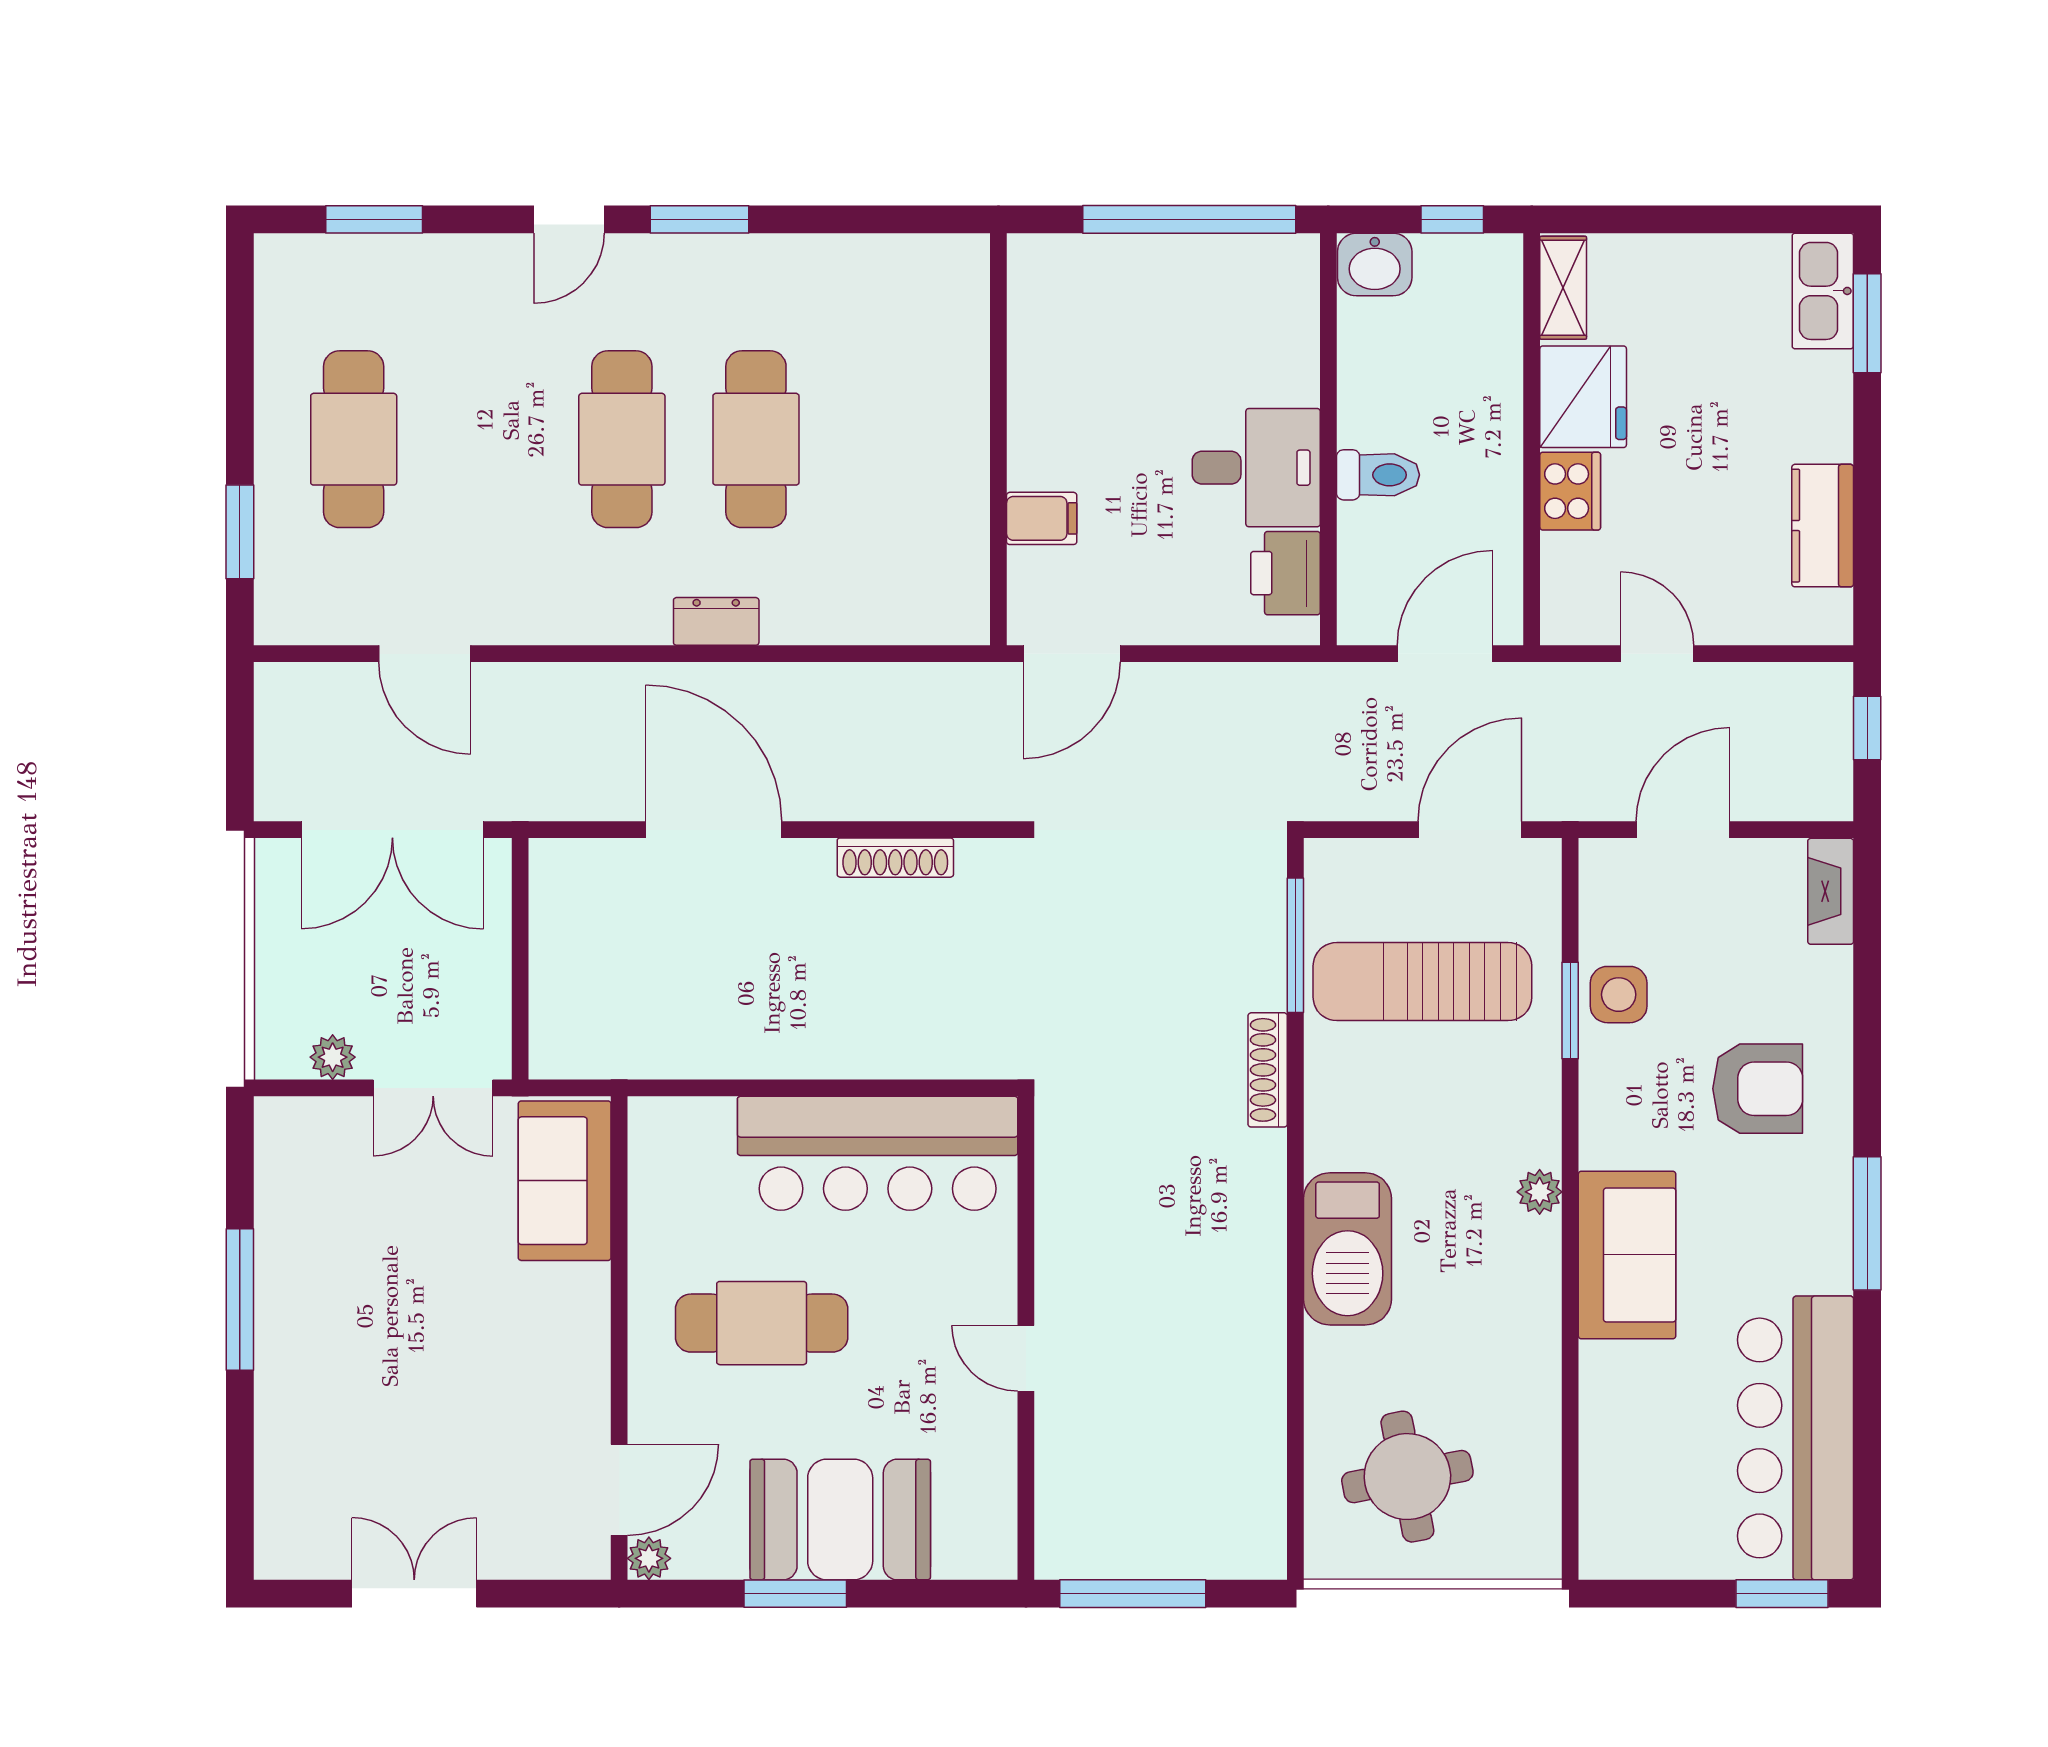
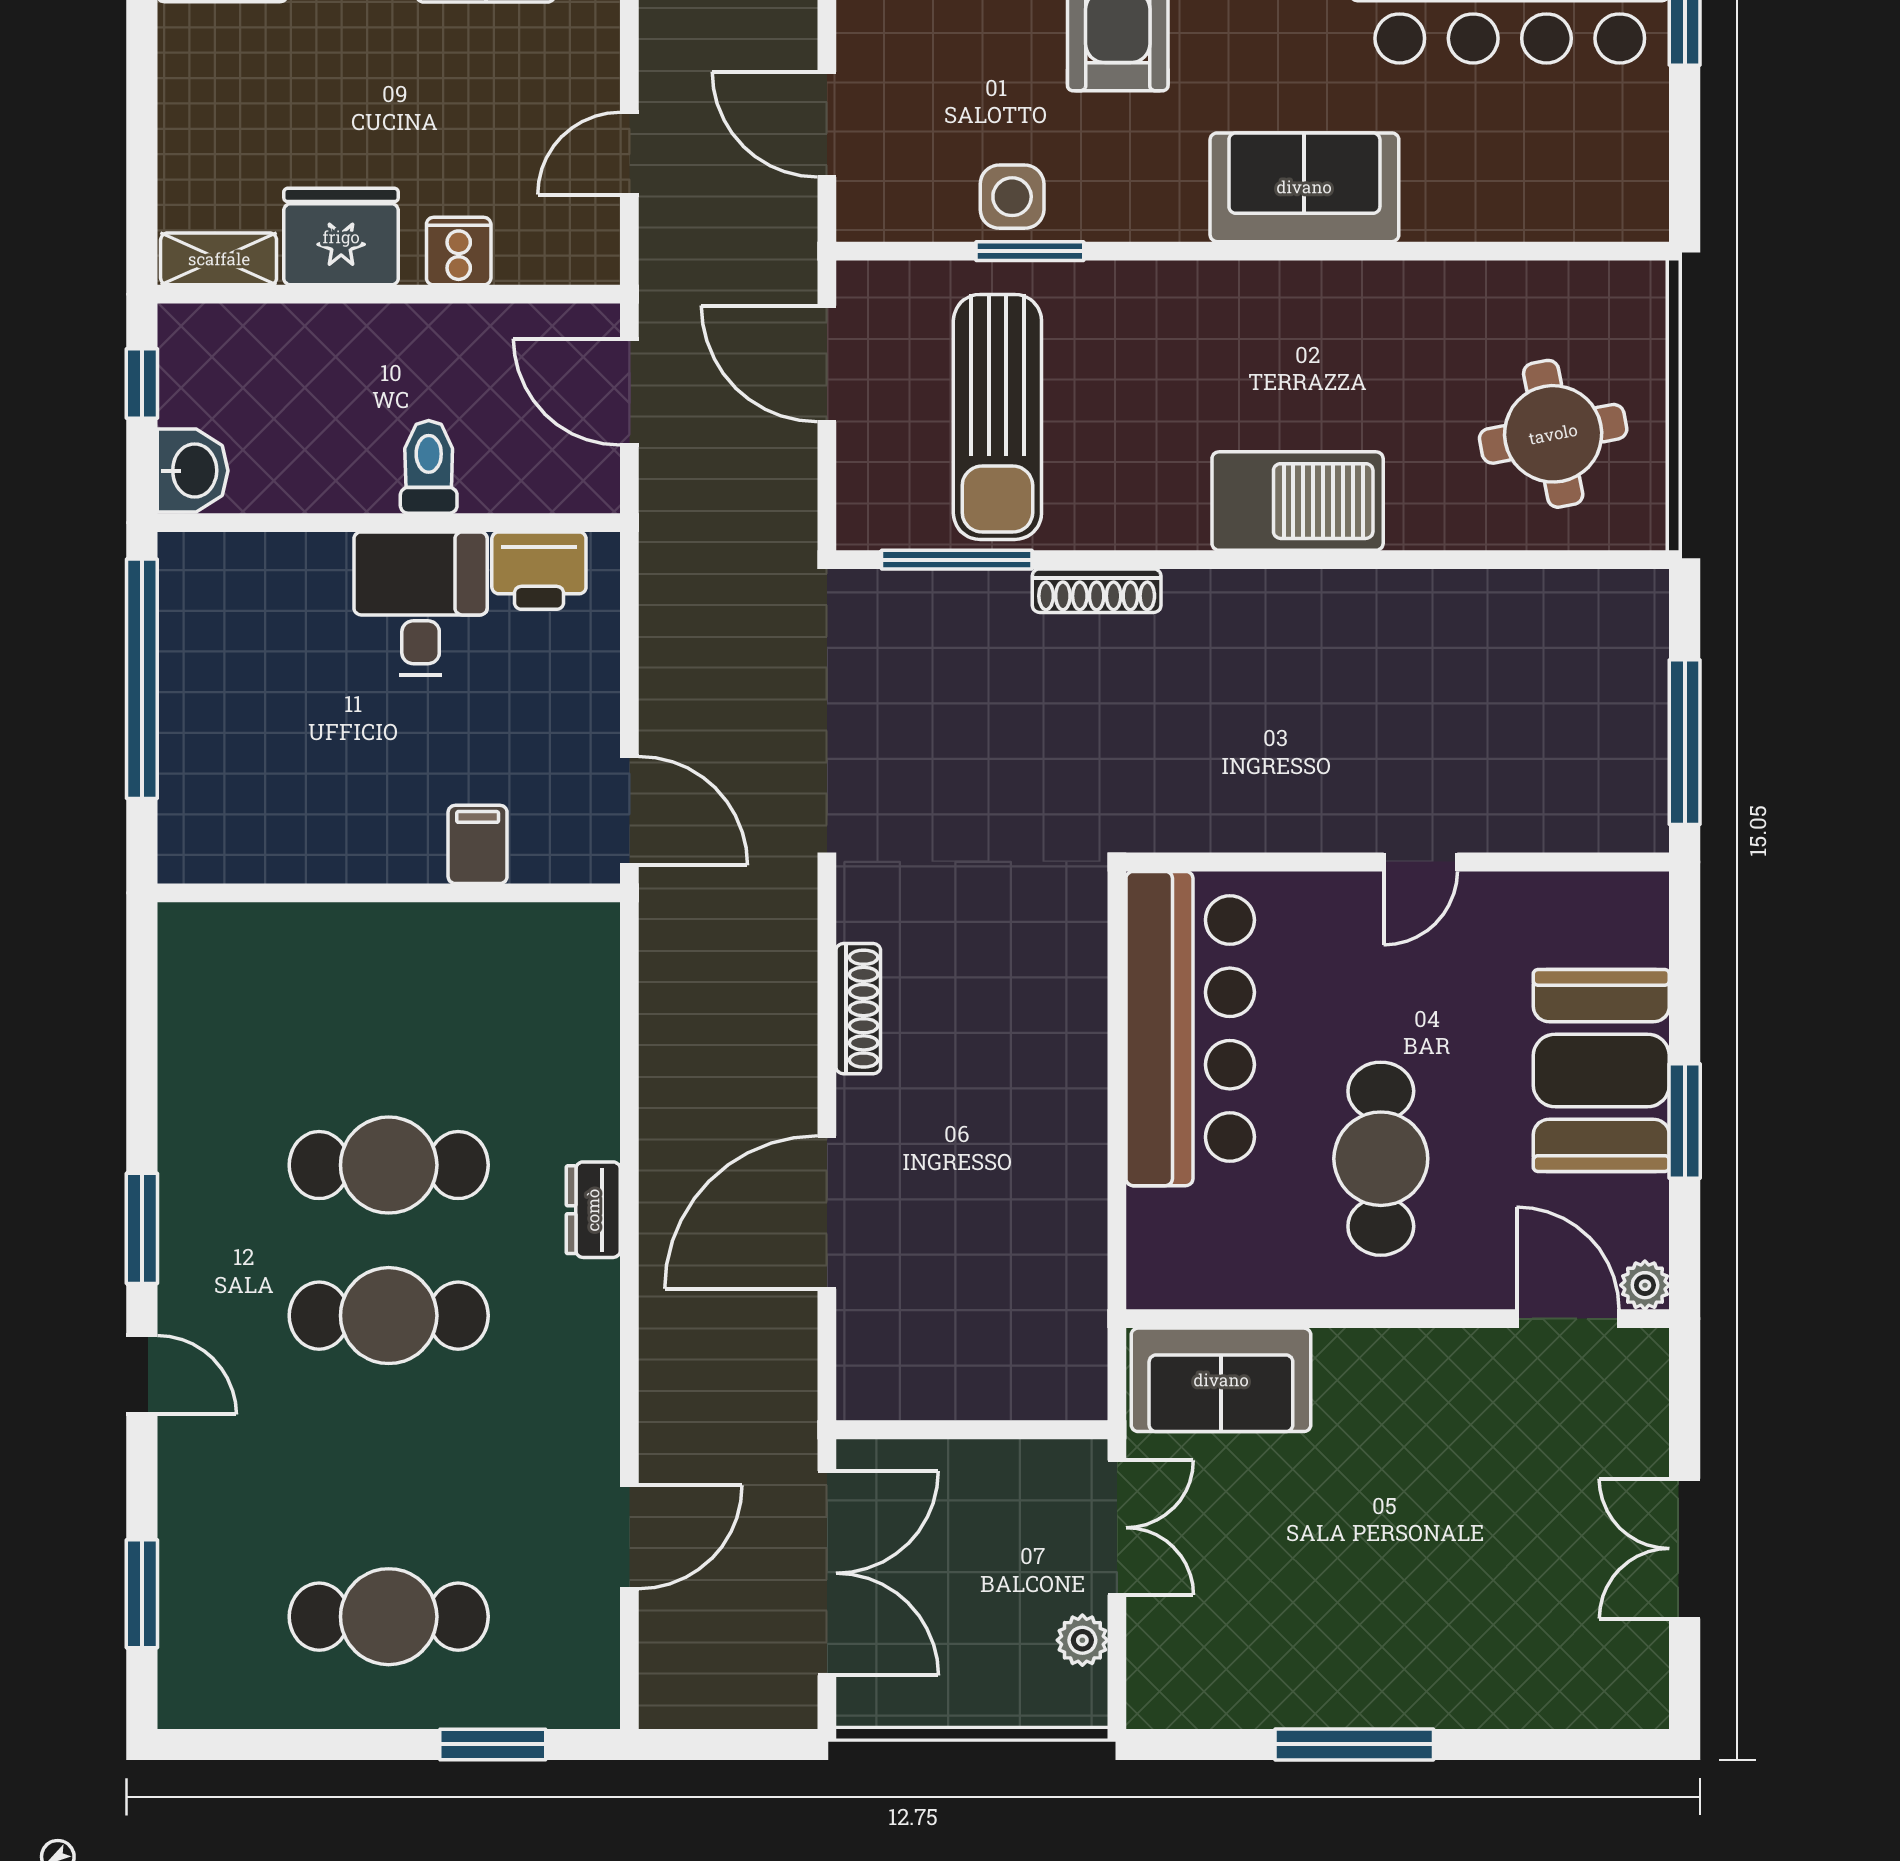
cooker: (1570, 491) -> (459, 251), width x0.73
plant: (1540, 1192) -> (1234, 286), removed

